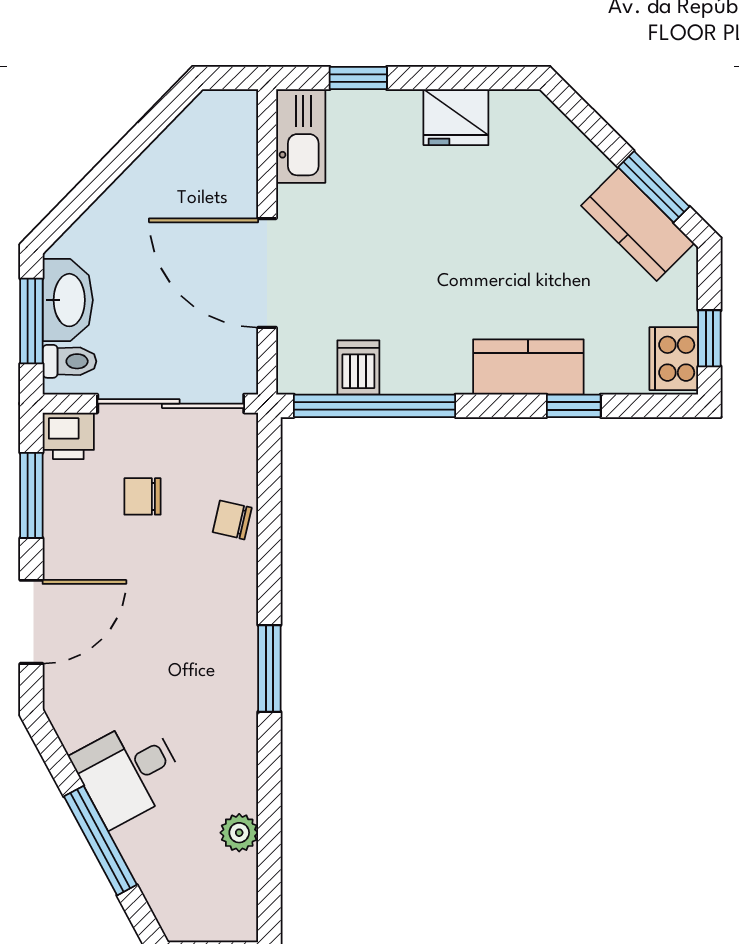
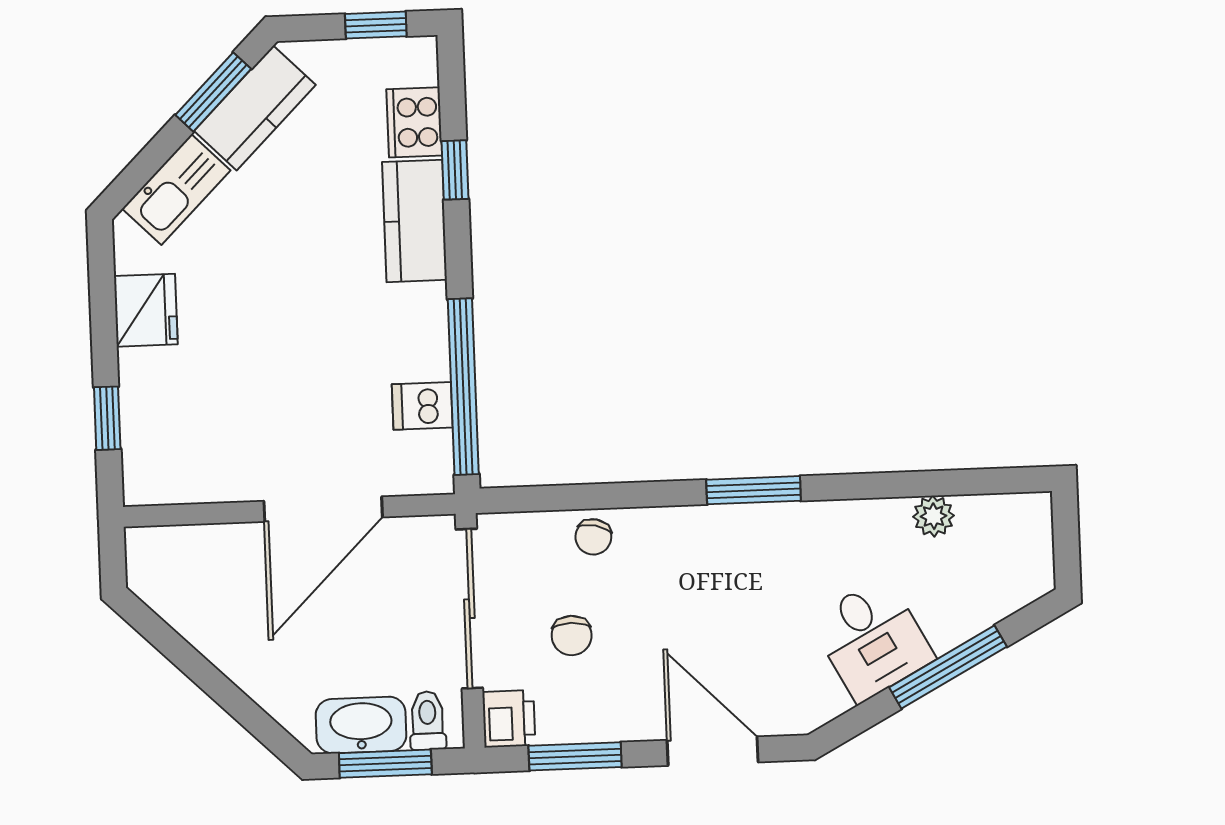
kitchen sink: (301, 136) -> (176, 189), moved, turned 135
cooker: (674, 359) -> (414, 122), moved, turned 90

